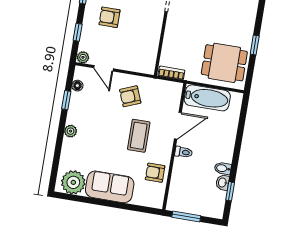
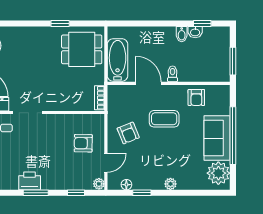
armchair: (109, 17) -> (83, 143), moved, turned 91
dining table: (224, 63) -> (82, 49), turned 90
window: (110, 204) -> (233, 136), added

